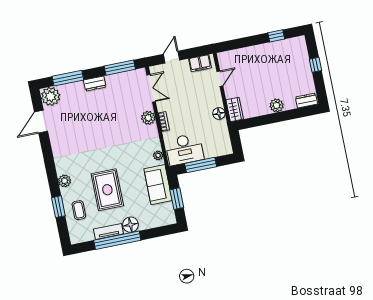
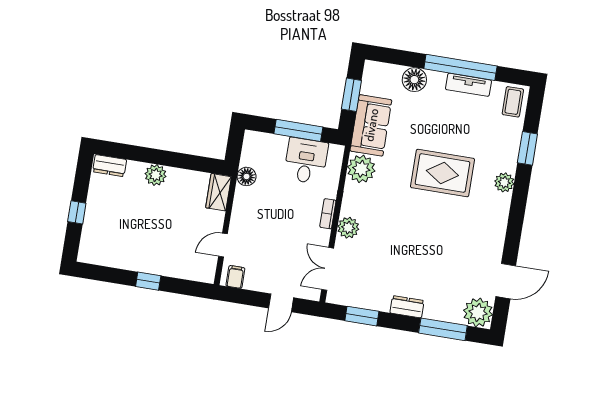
window: (276, 36) -> (148, 281), moved
filing cabinet: (200, 63) -> (235, 277), width x0.50
window: (120, 68) -> (362, 316), width x0.69
floor lamp: (219, 114) -> (247, 176), moved
desk: (184, 149) -> (306, 161), width x0.73
plant: (158, 155) -> (361, 169), width x1.88, depth x1.88
rug: (107, 190) -> (442, 173), moved, turned 90
coffee table: (79, 210) -> (513, 102), moved
floor lamp: (130, 225) -> (414, 80), moved

